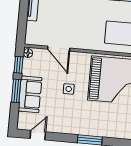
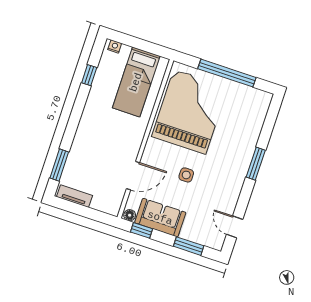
window: (16, 91) -> (189, 246), moved
sofa: (30, 94) -> (160, 218), moved

